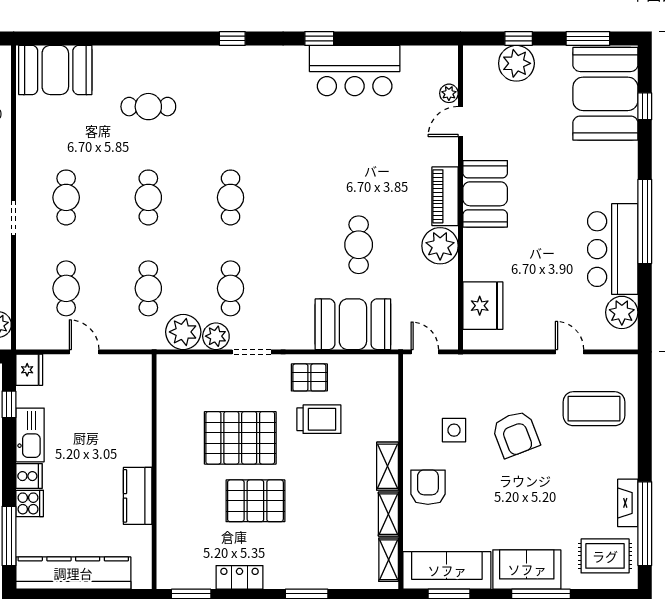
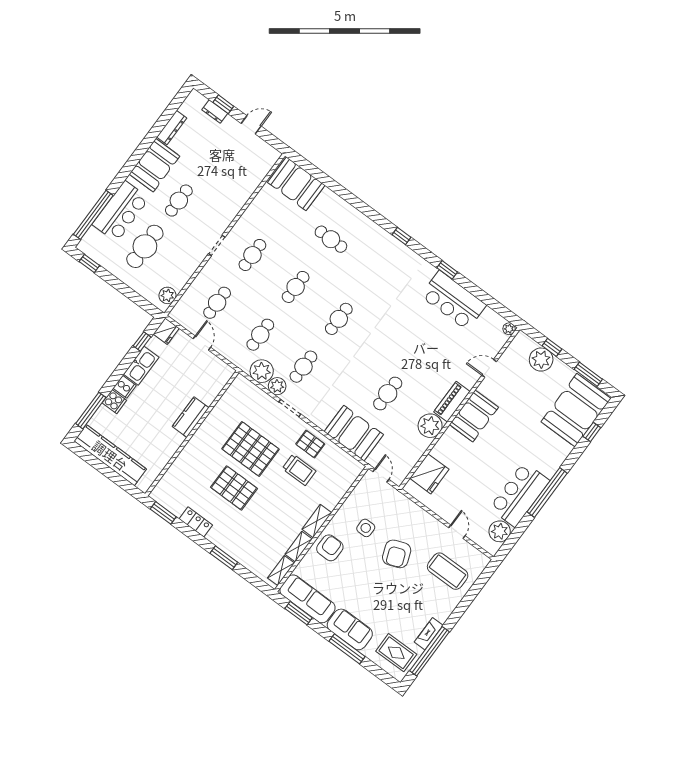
plant: (449, 93) -> (509, 329), moved
kitchen counter: (138, 496) -> (191, 417), moved

